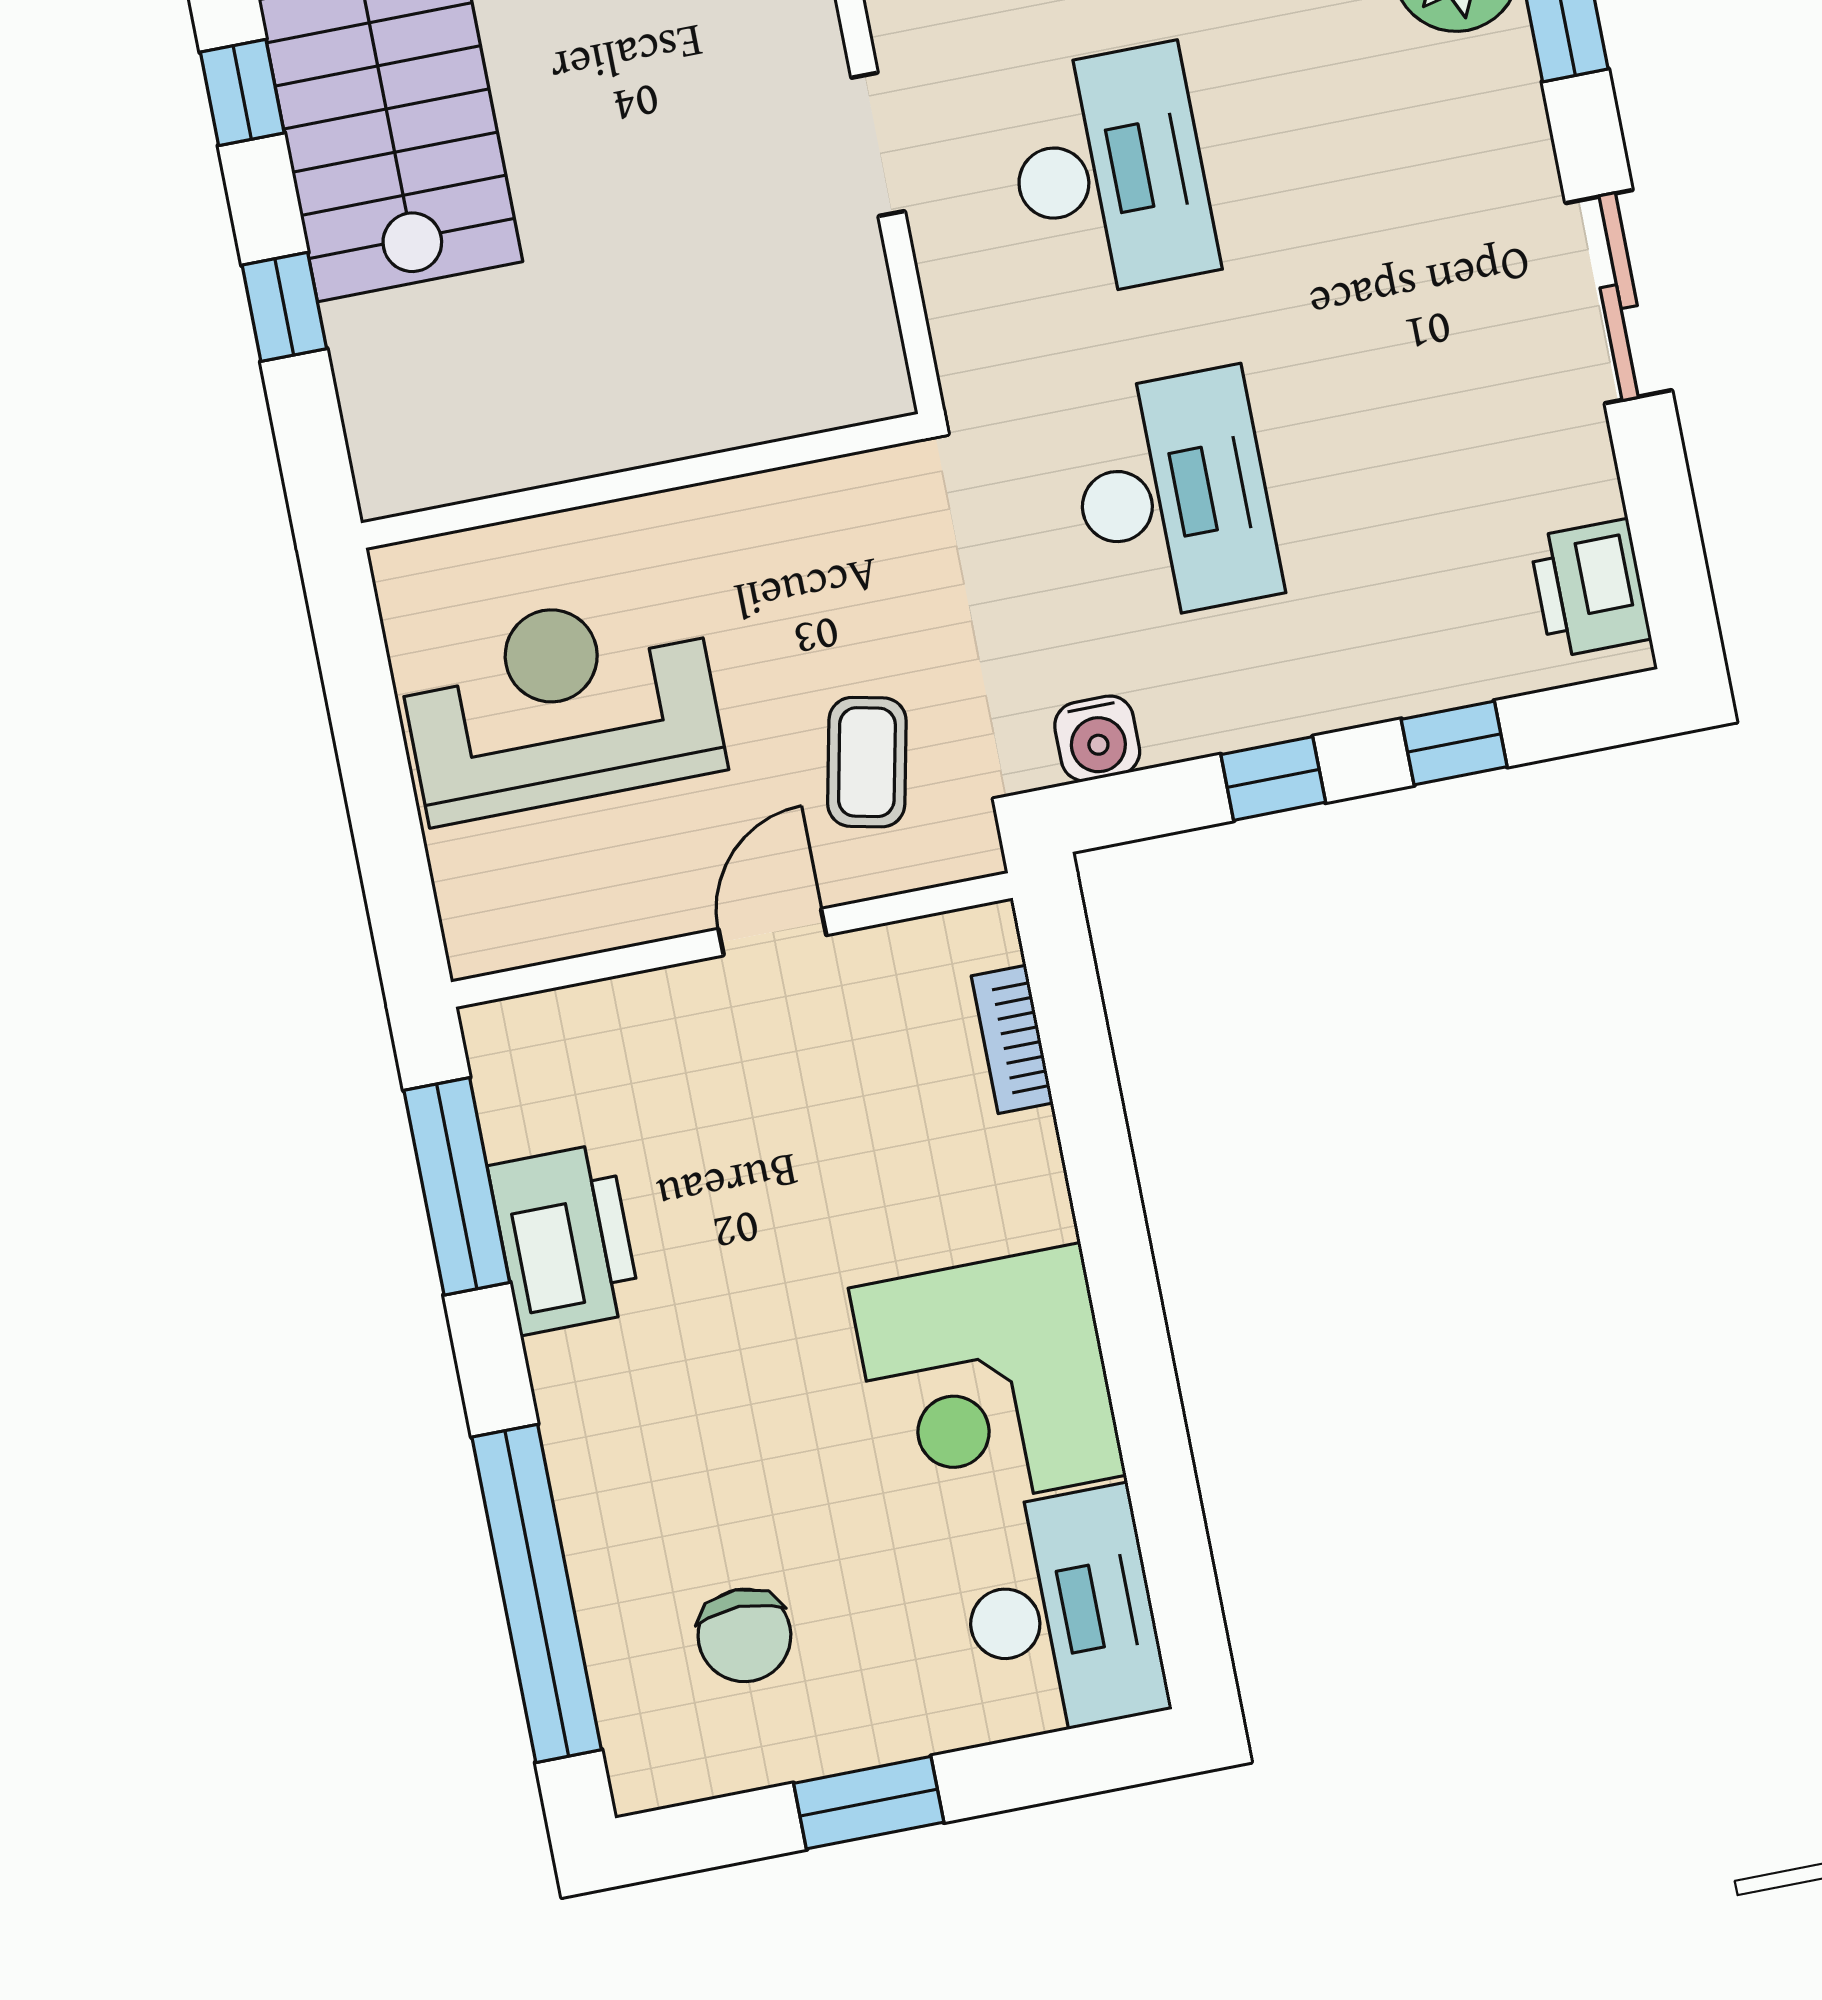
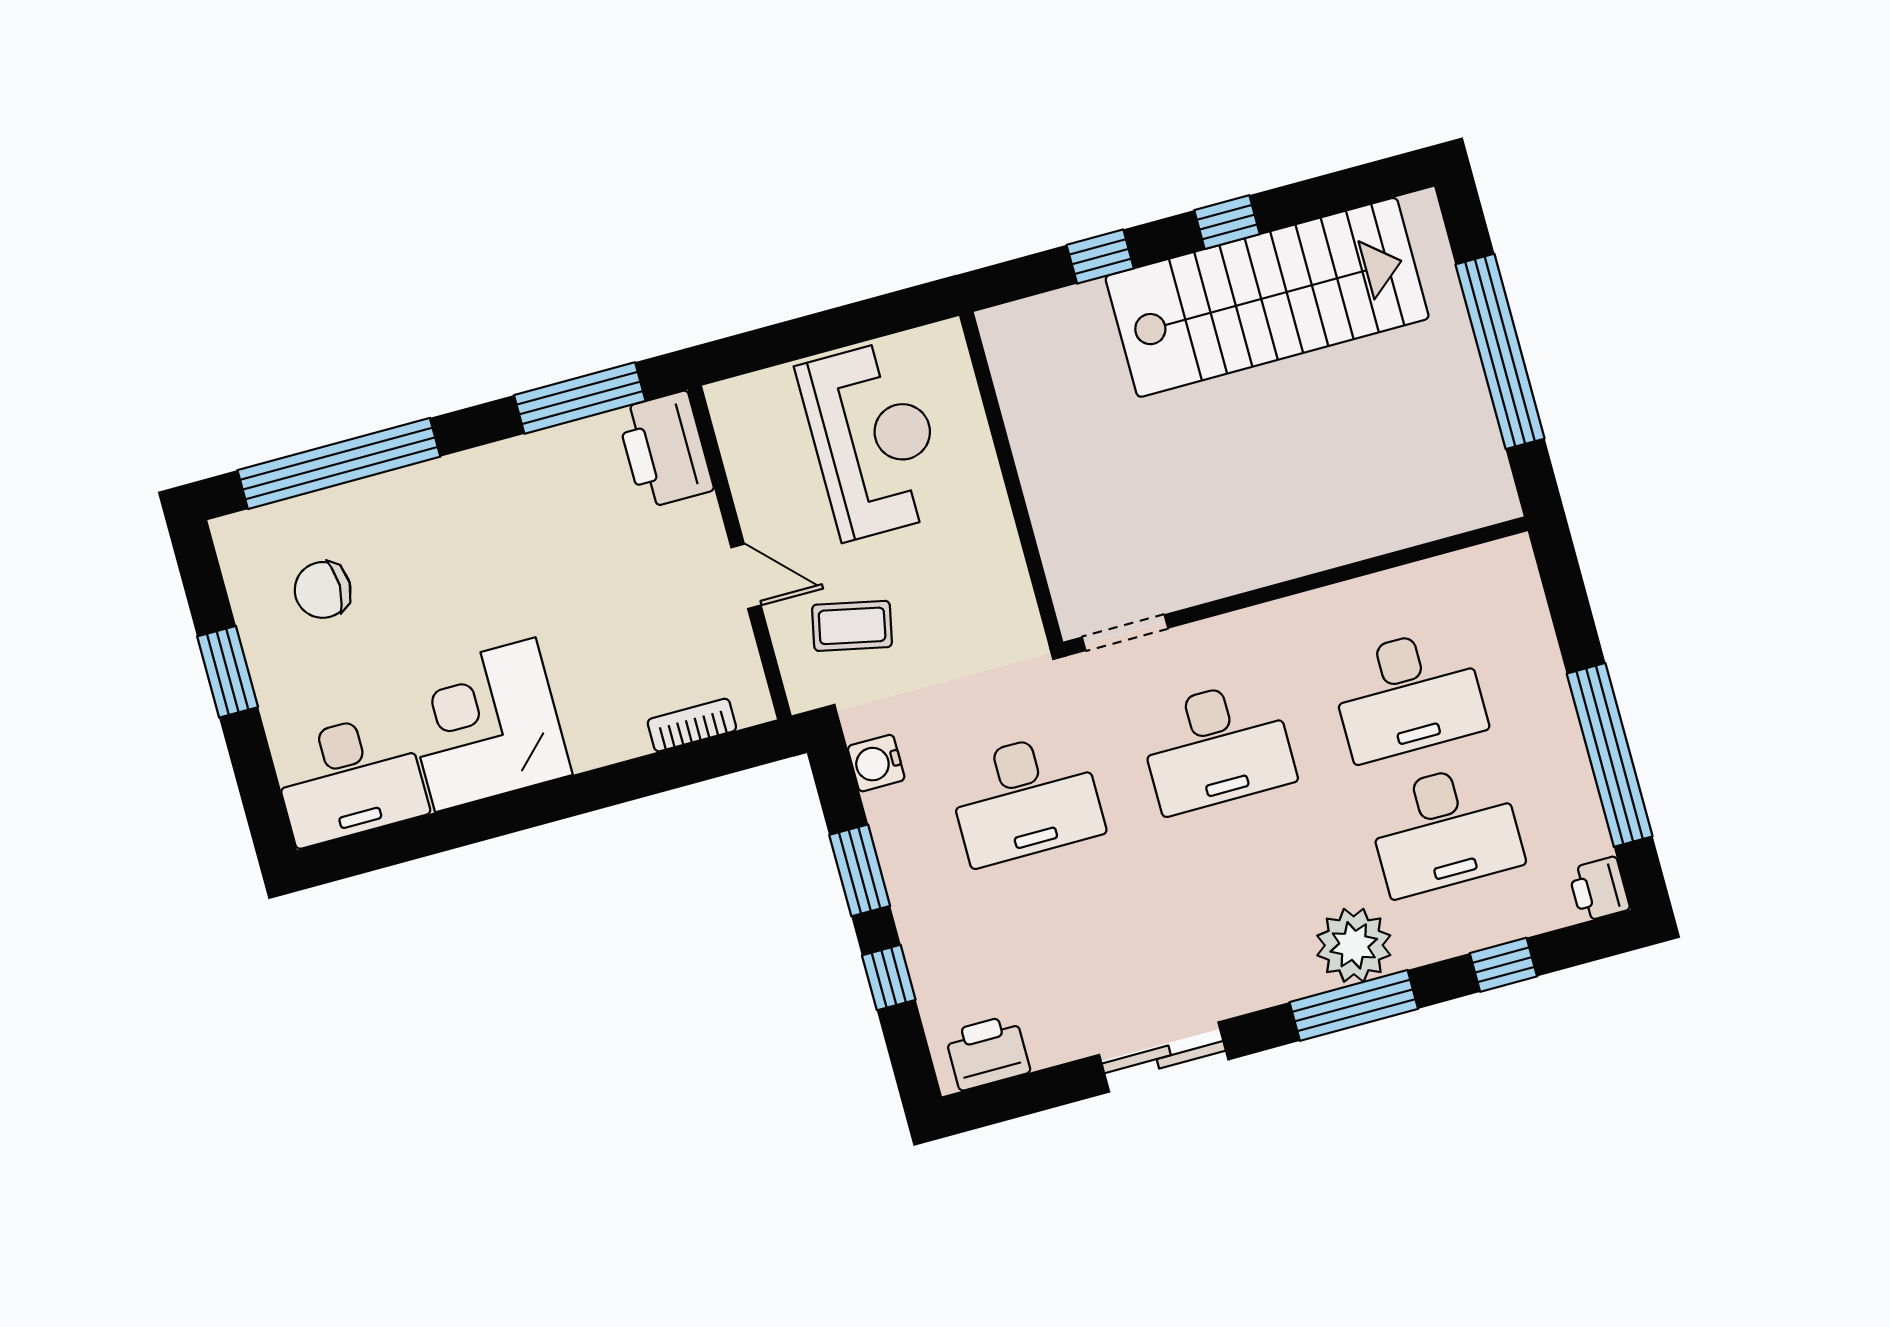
doorway: (878, 144) -> (1125, 633), moved
window: (1273, 778) -> (860, 870), width x1.50
printer: (565, 1239) -> (665, 450), moved, turned 90

